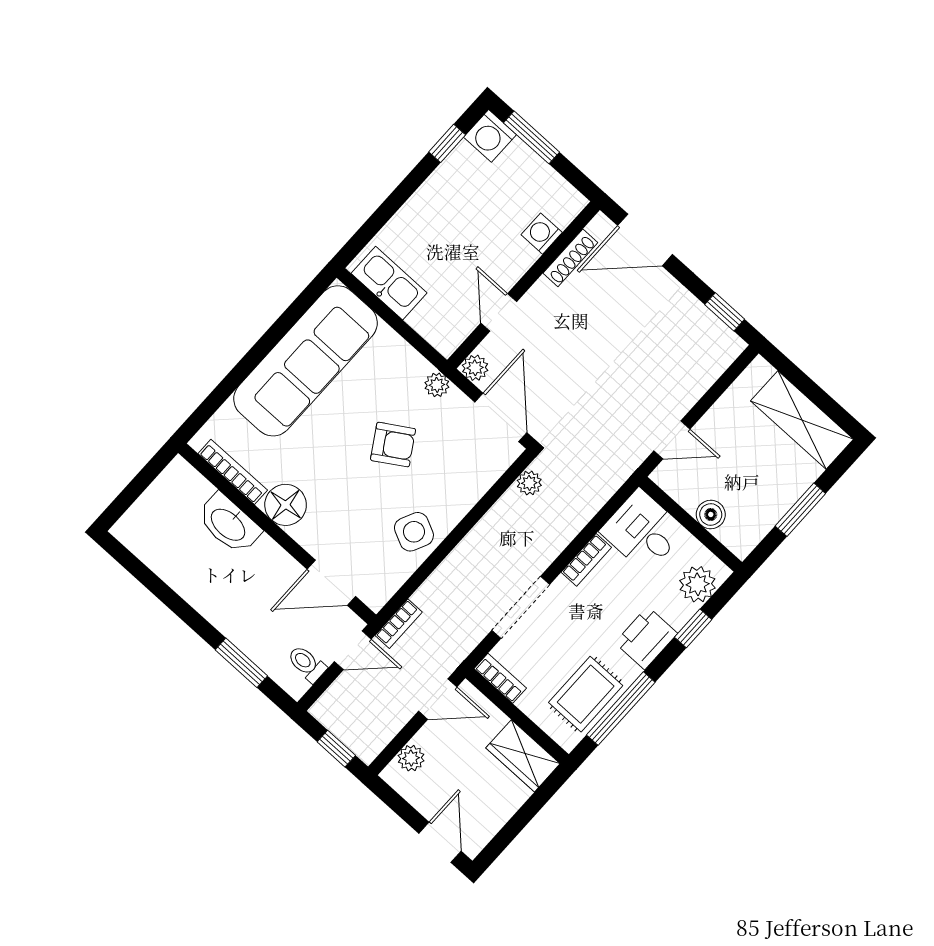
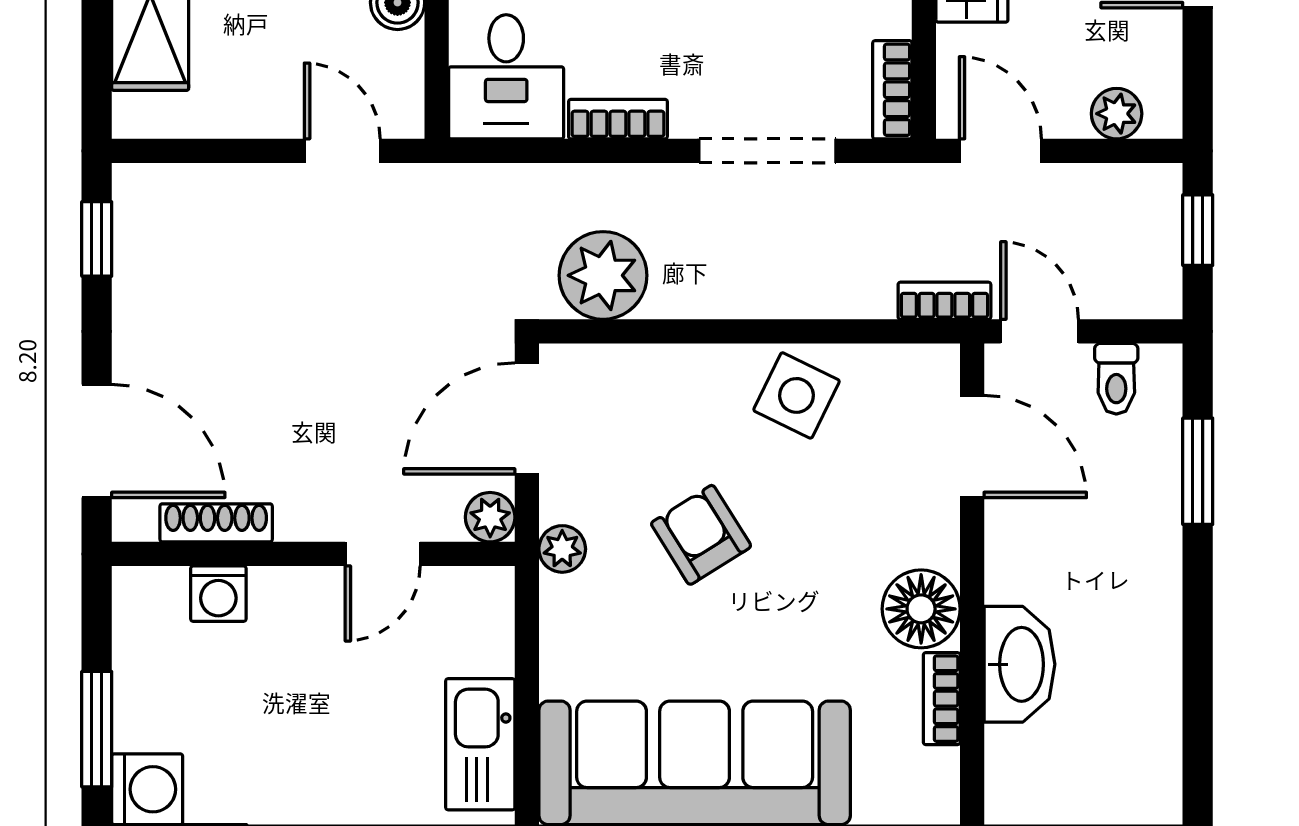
bookcase: (233, 472) -> (942, 699), width x0.64
plant: (529, 483) -> (603, 275), width x1.87, depth x1.87

